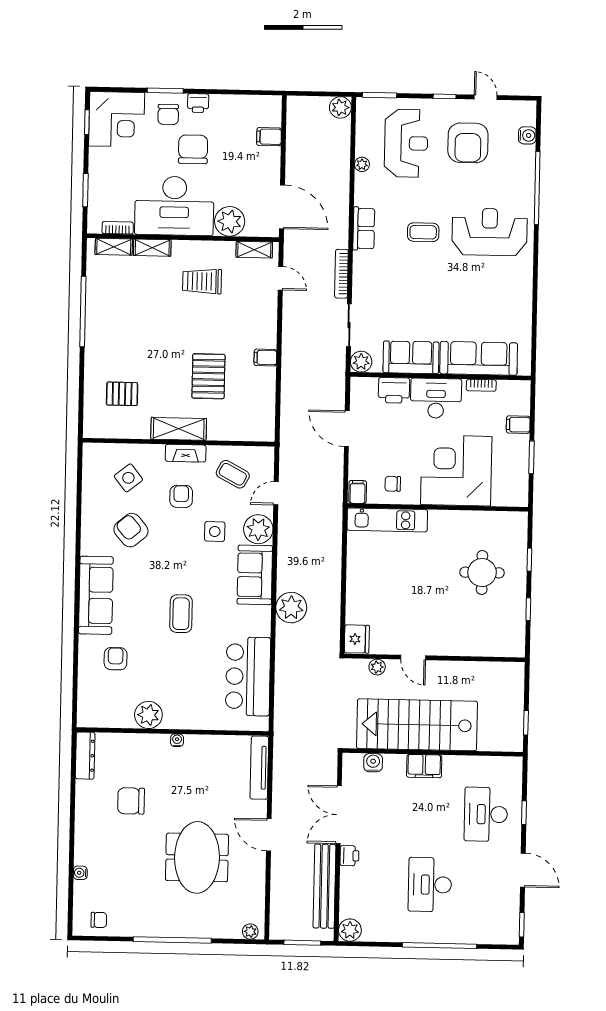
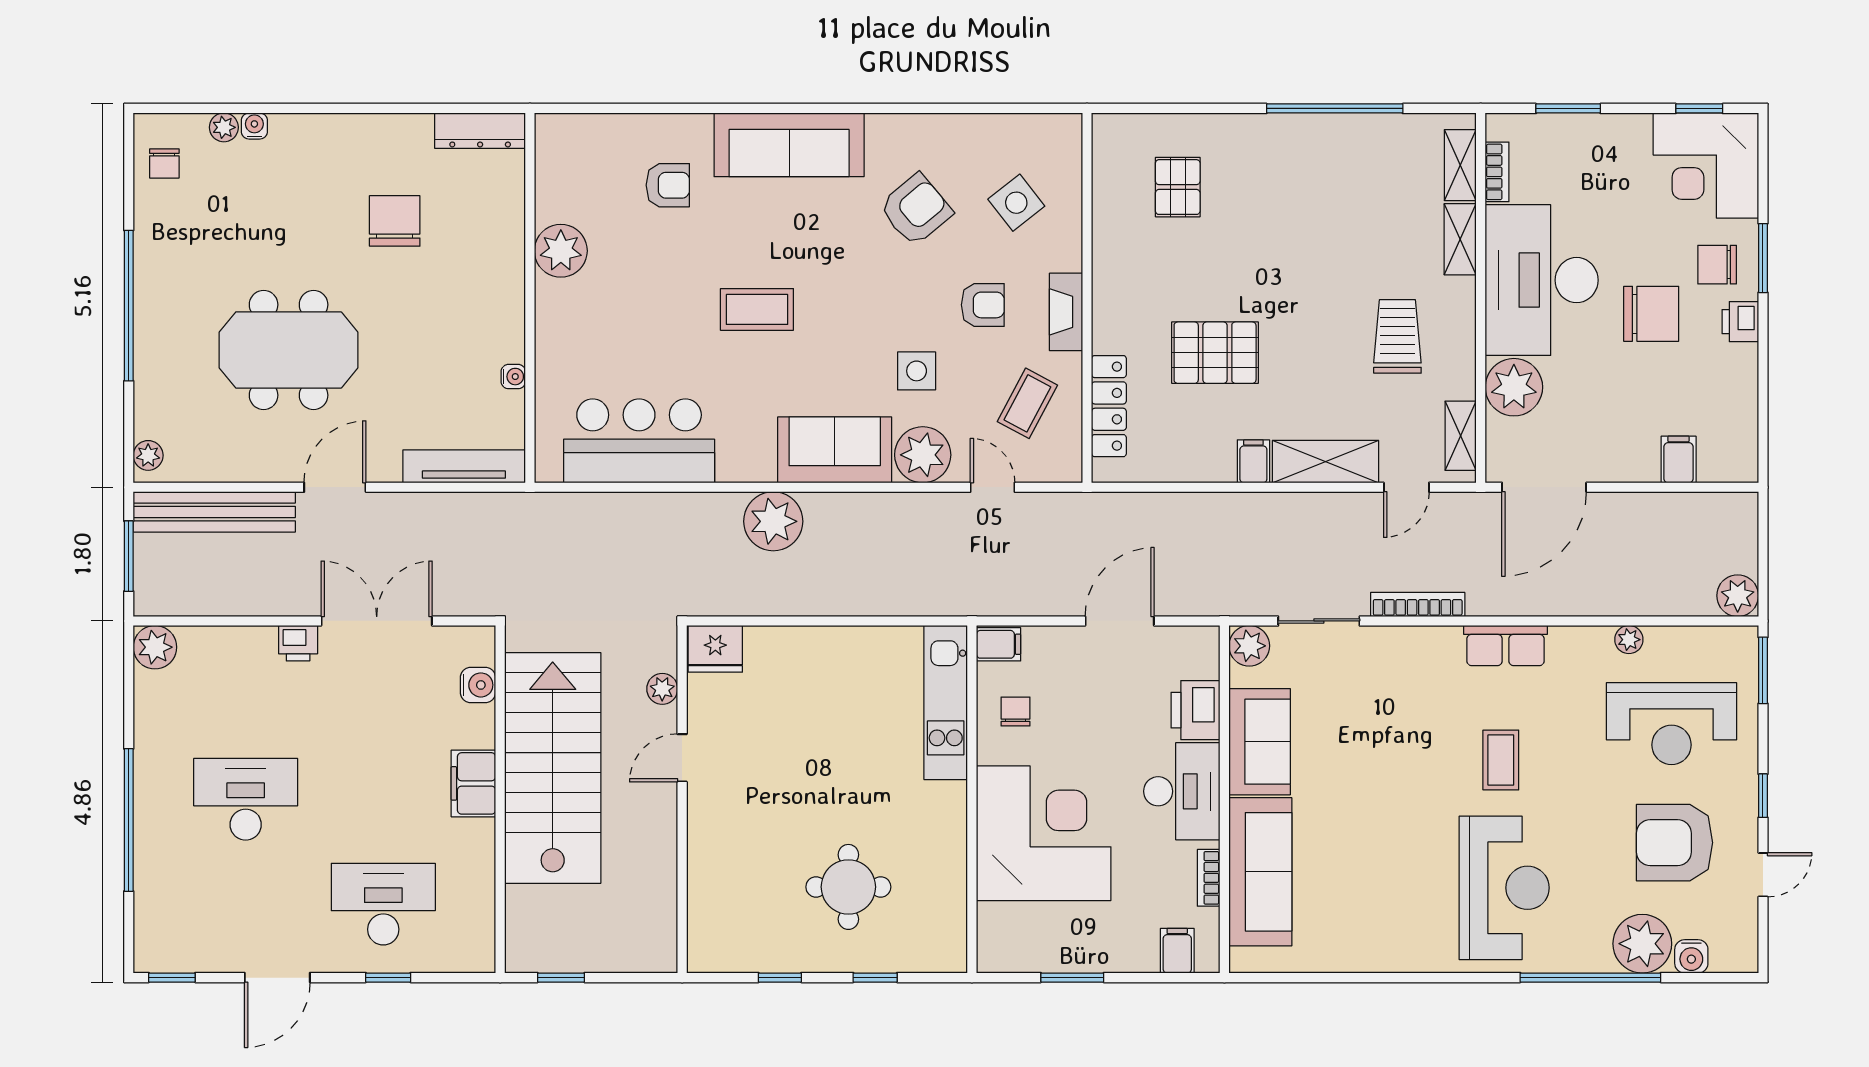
plant: (520, 161) -> (1642, 944), added
filing cabinet: (518, 425) -> (1177, 951), moved
shelving: (179, 429) -> (1326, 462), moved, turned 90
locker: (235, 432) -> (1109, 406), added
water cooler: (177, 740) -> (513, 377), moved
bench: (324, 886) -> (214, 512), moved
plant: (81, 889) -> (224, 127), added

